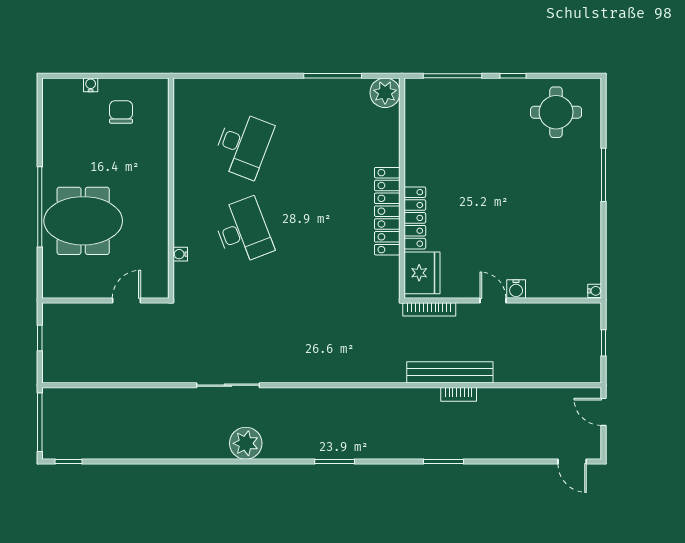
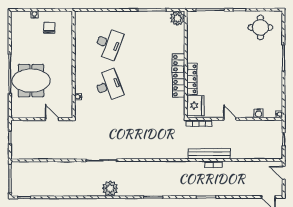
water cooler: (516, 289) -> (259, 113), moved
door: (126, 300) -> (52, 119), hinge flipped

